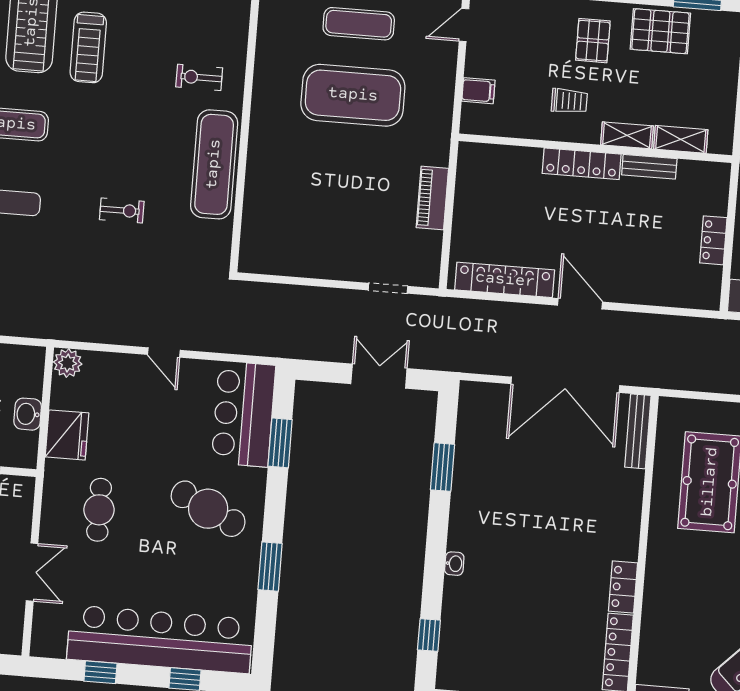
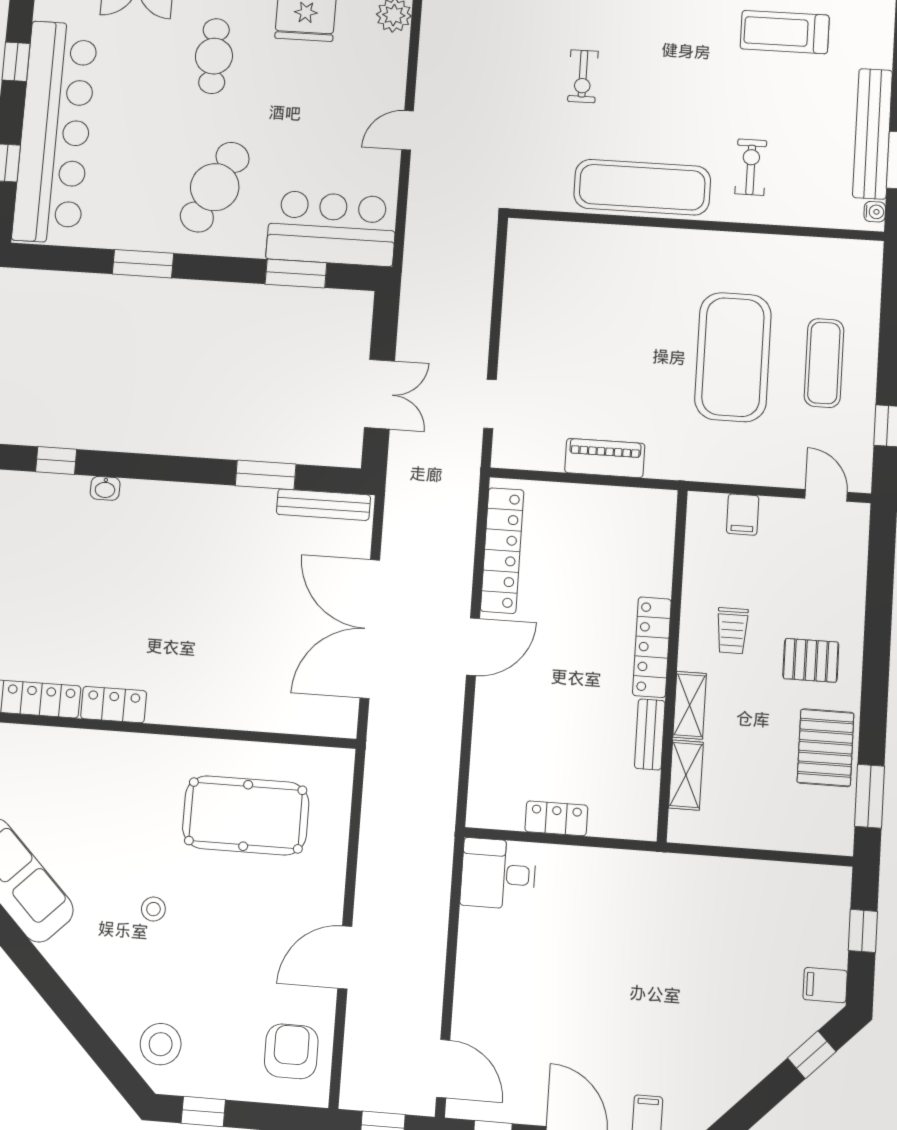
bench: (638, 431) -> (323, 505), moved
cafe table: (99, 510) -> (214, 56), turned 90
washbasin: (454, 564) -> (105, 488), moved

